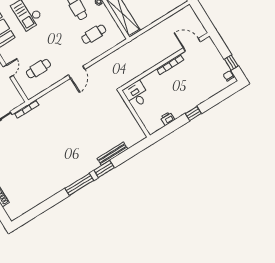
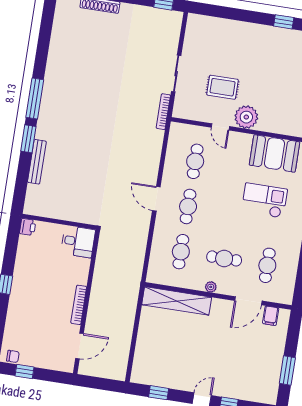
cafe table: (66, 51) -> (188, 206), added
printer: (167, 119) -> (28, 227), moved

